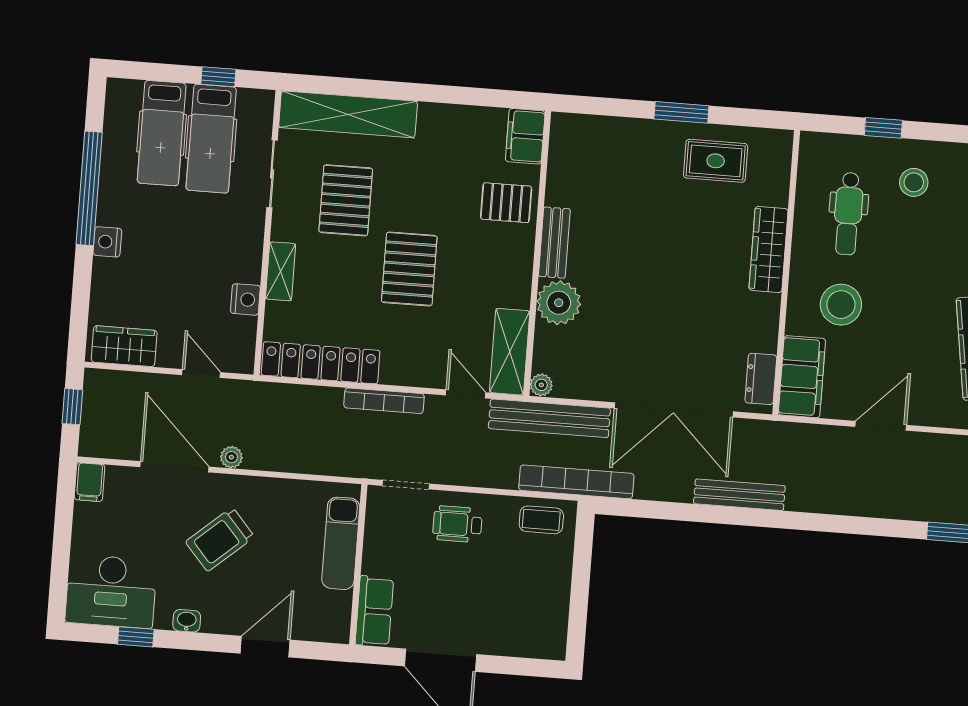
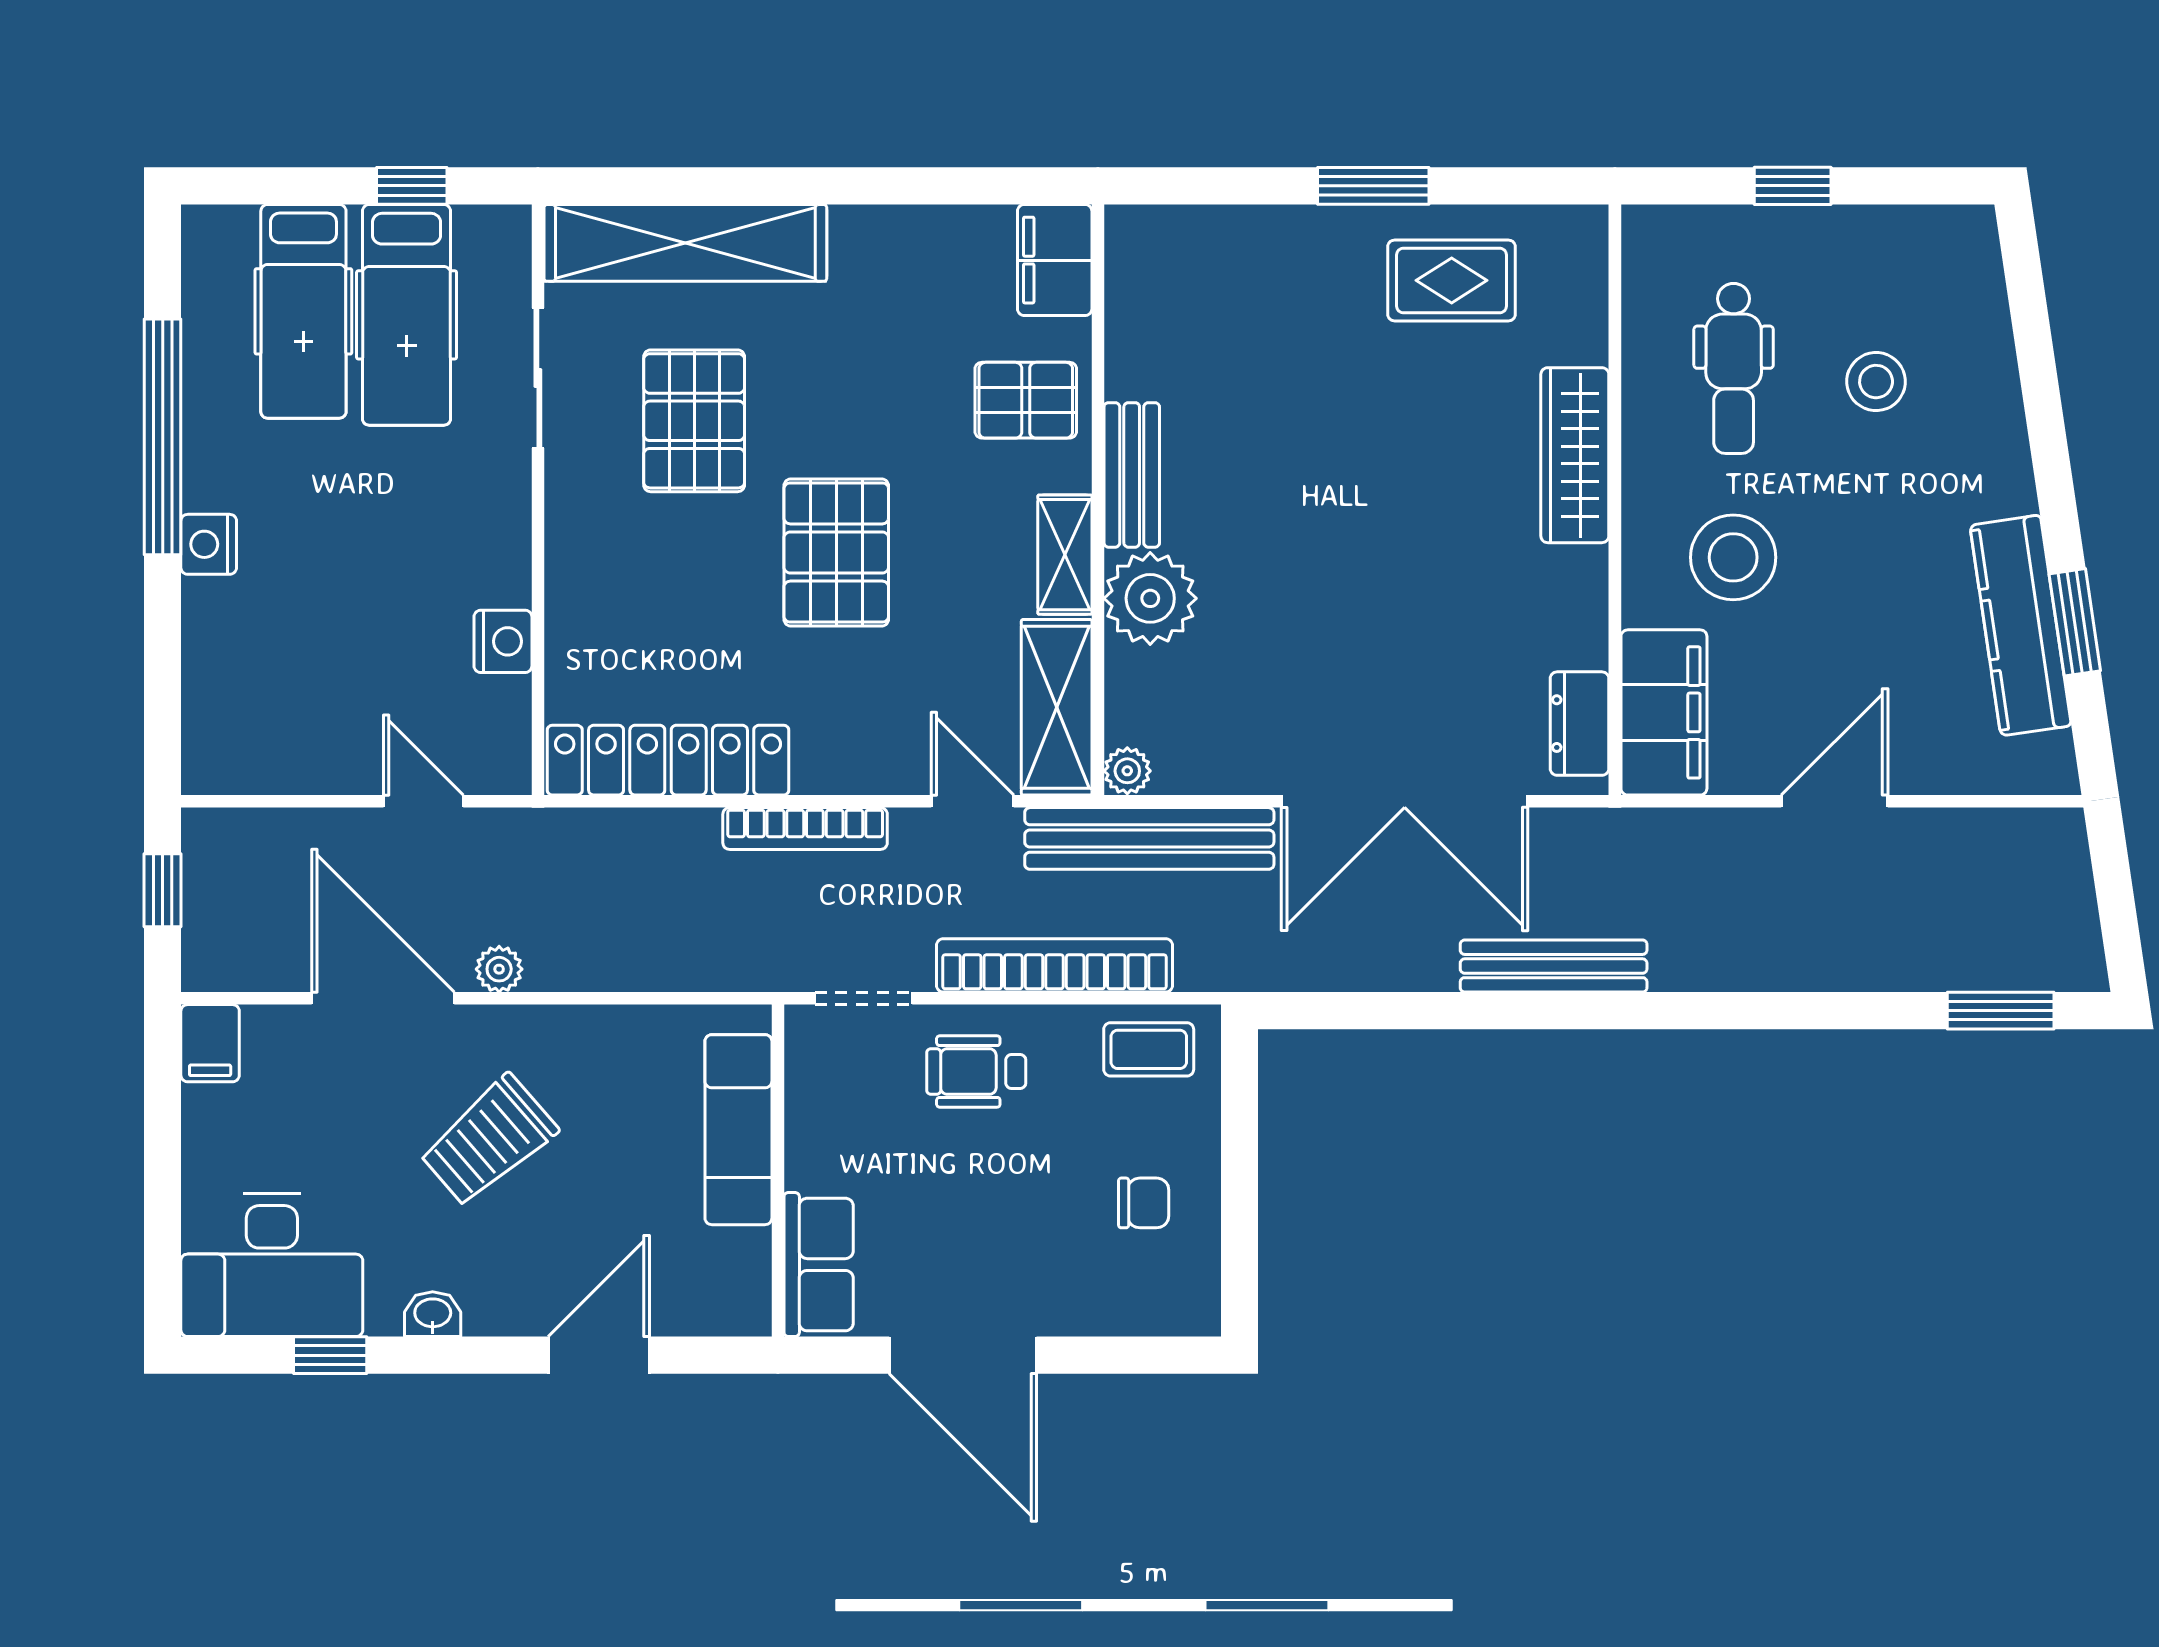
stool: (914, 182) -> (1876, 382), moved
shelving: (281, 271) -> (1065, 555), moved
wardrobe: (124, 346) -> (260, 757), removed
bookcase: (576, 482) -> (1055, 965), moved
chair: (533, 594) -> (1144, 1203), added

